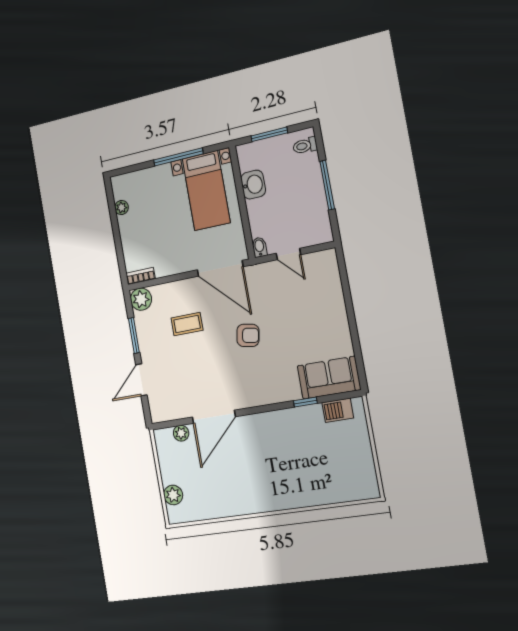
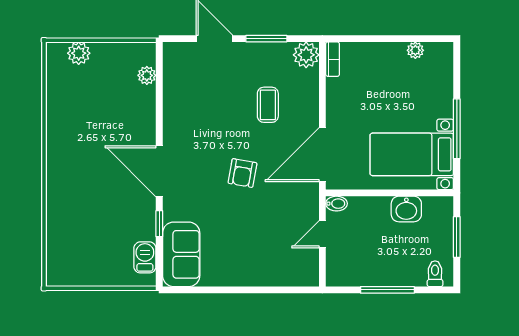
door: (214, 417) -> (159, 171), moved

